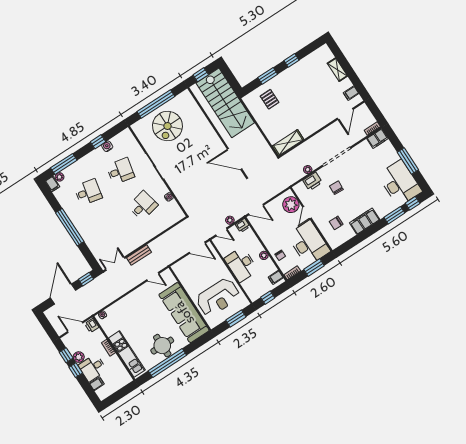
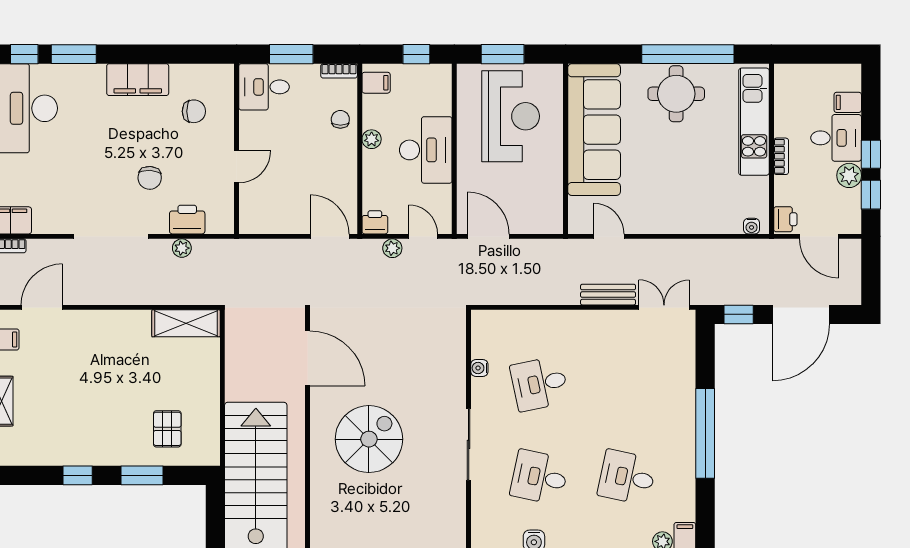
spiral stairs: (167, 126) -> (369, 439), moved
plant: (291, 205) -> (257, 202), removed
desk: (308, 243) -> (264, 87), width x0.53, depth x0.77
double door: (115, 264) -> (664, 307), swing flipped
reception desk: (218, 297) -> (511, 116), turned 90

